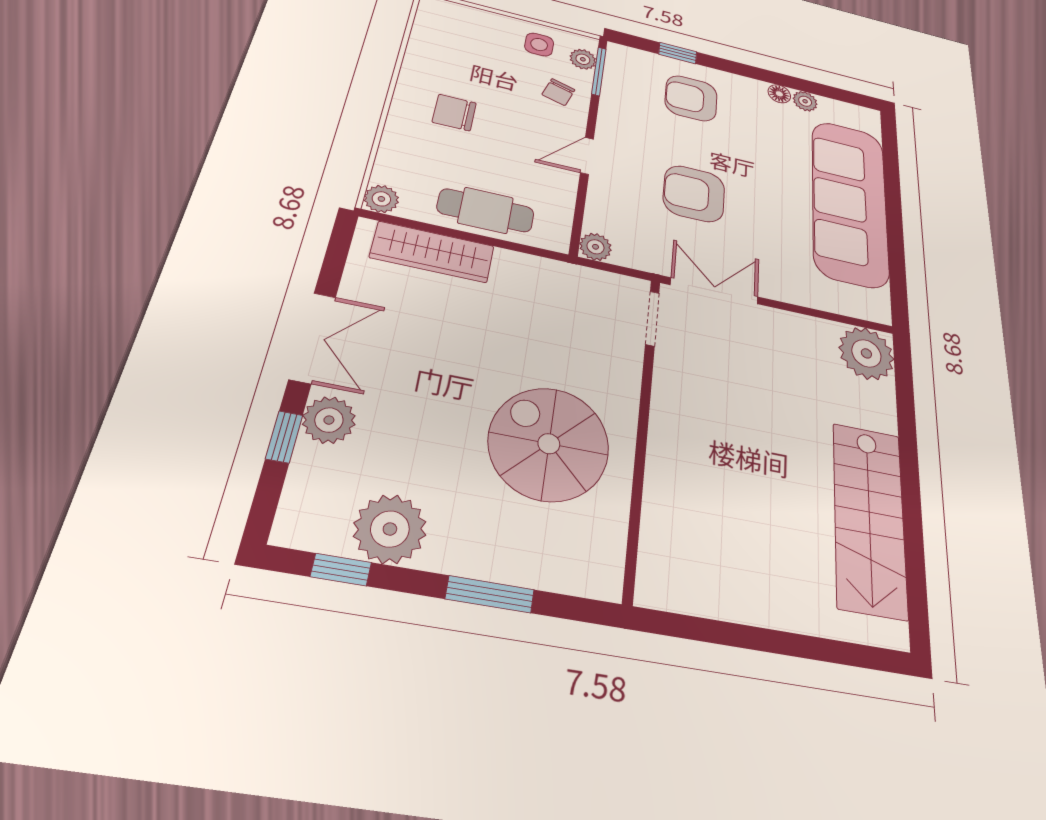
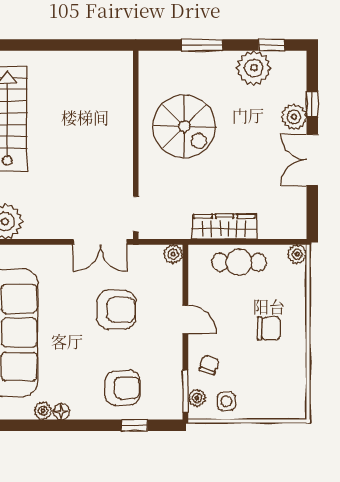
door: (587, 156) -> (185, 319), hinge flipped
wardrobe: (432, 252) -> (224, 227), moved

